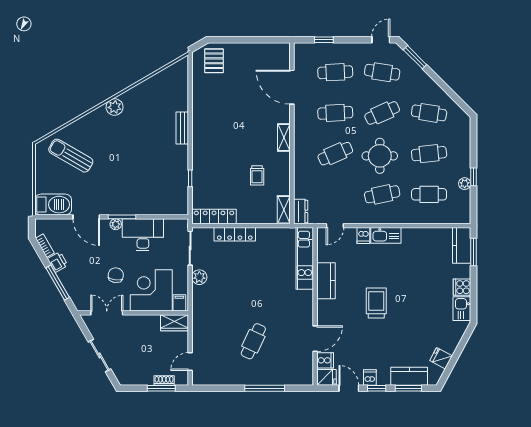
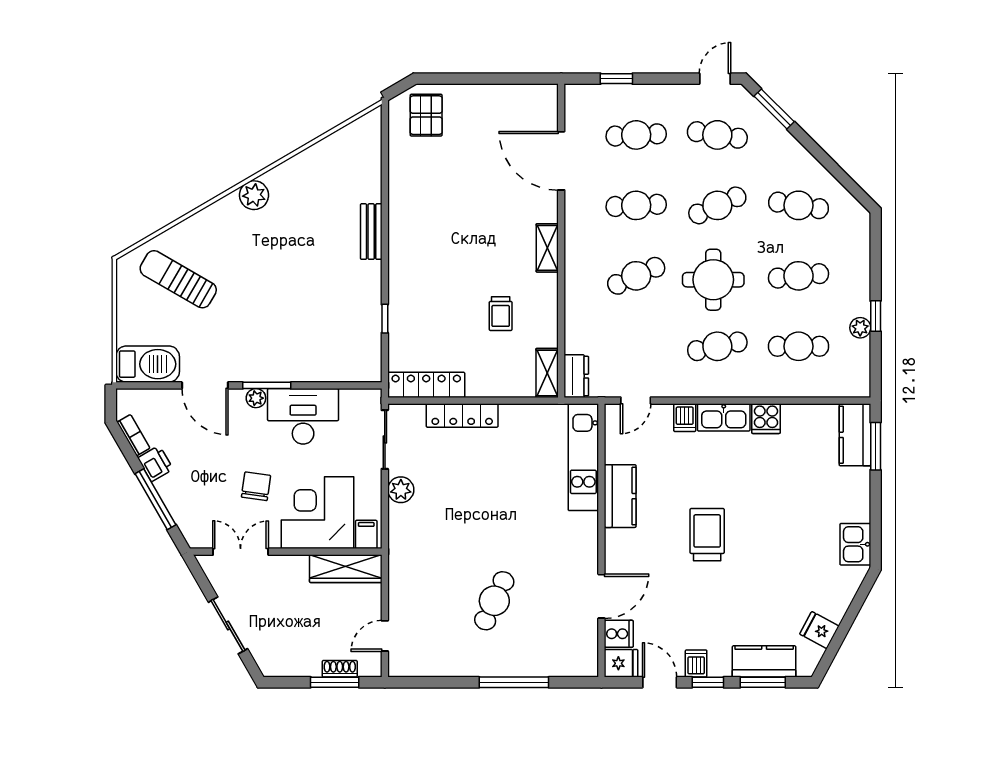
cooker: (462, 287) -> (766, 419), moved, turned -90
wardrobe: (175, 323) -> (346, 569), width x1.50

